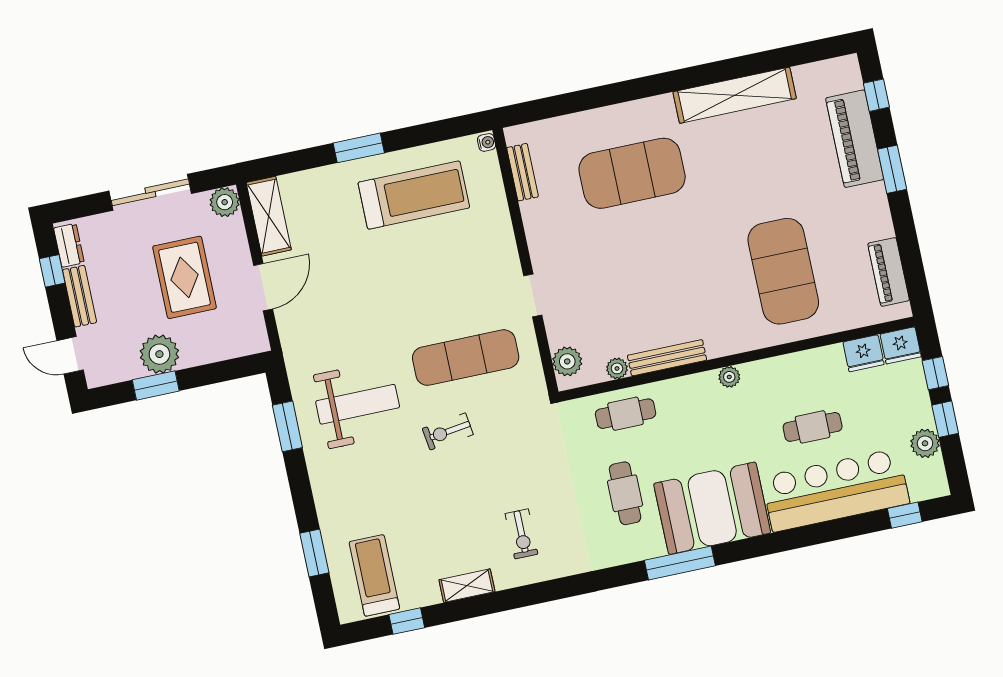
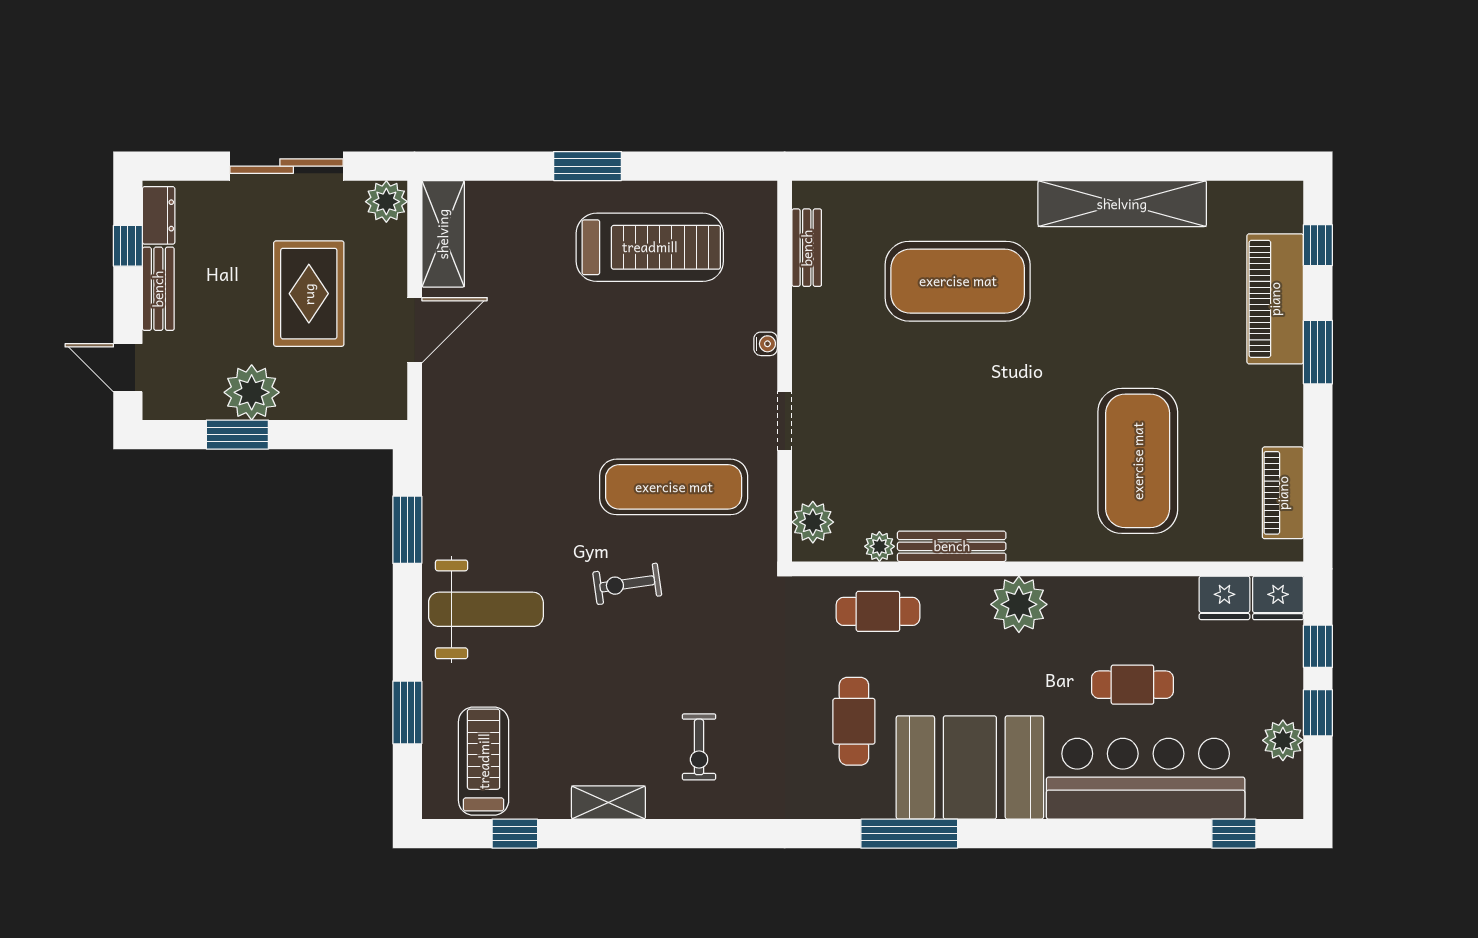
water cooler: (487, 142) -> (766, 344), moved
plant: (729, 377) -> (1019, 604), width x1.88, depth x1.88
weight bench: (358, 404) -> (486, 609), moved

